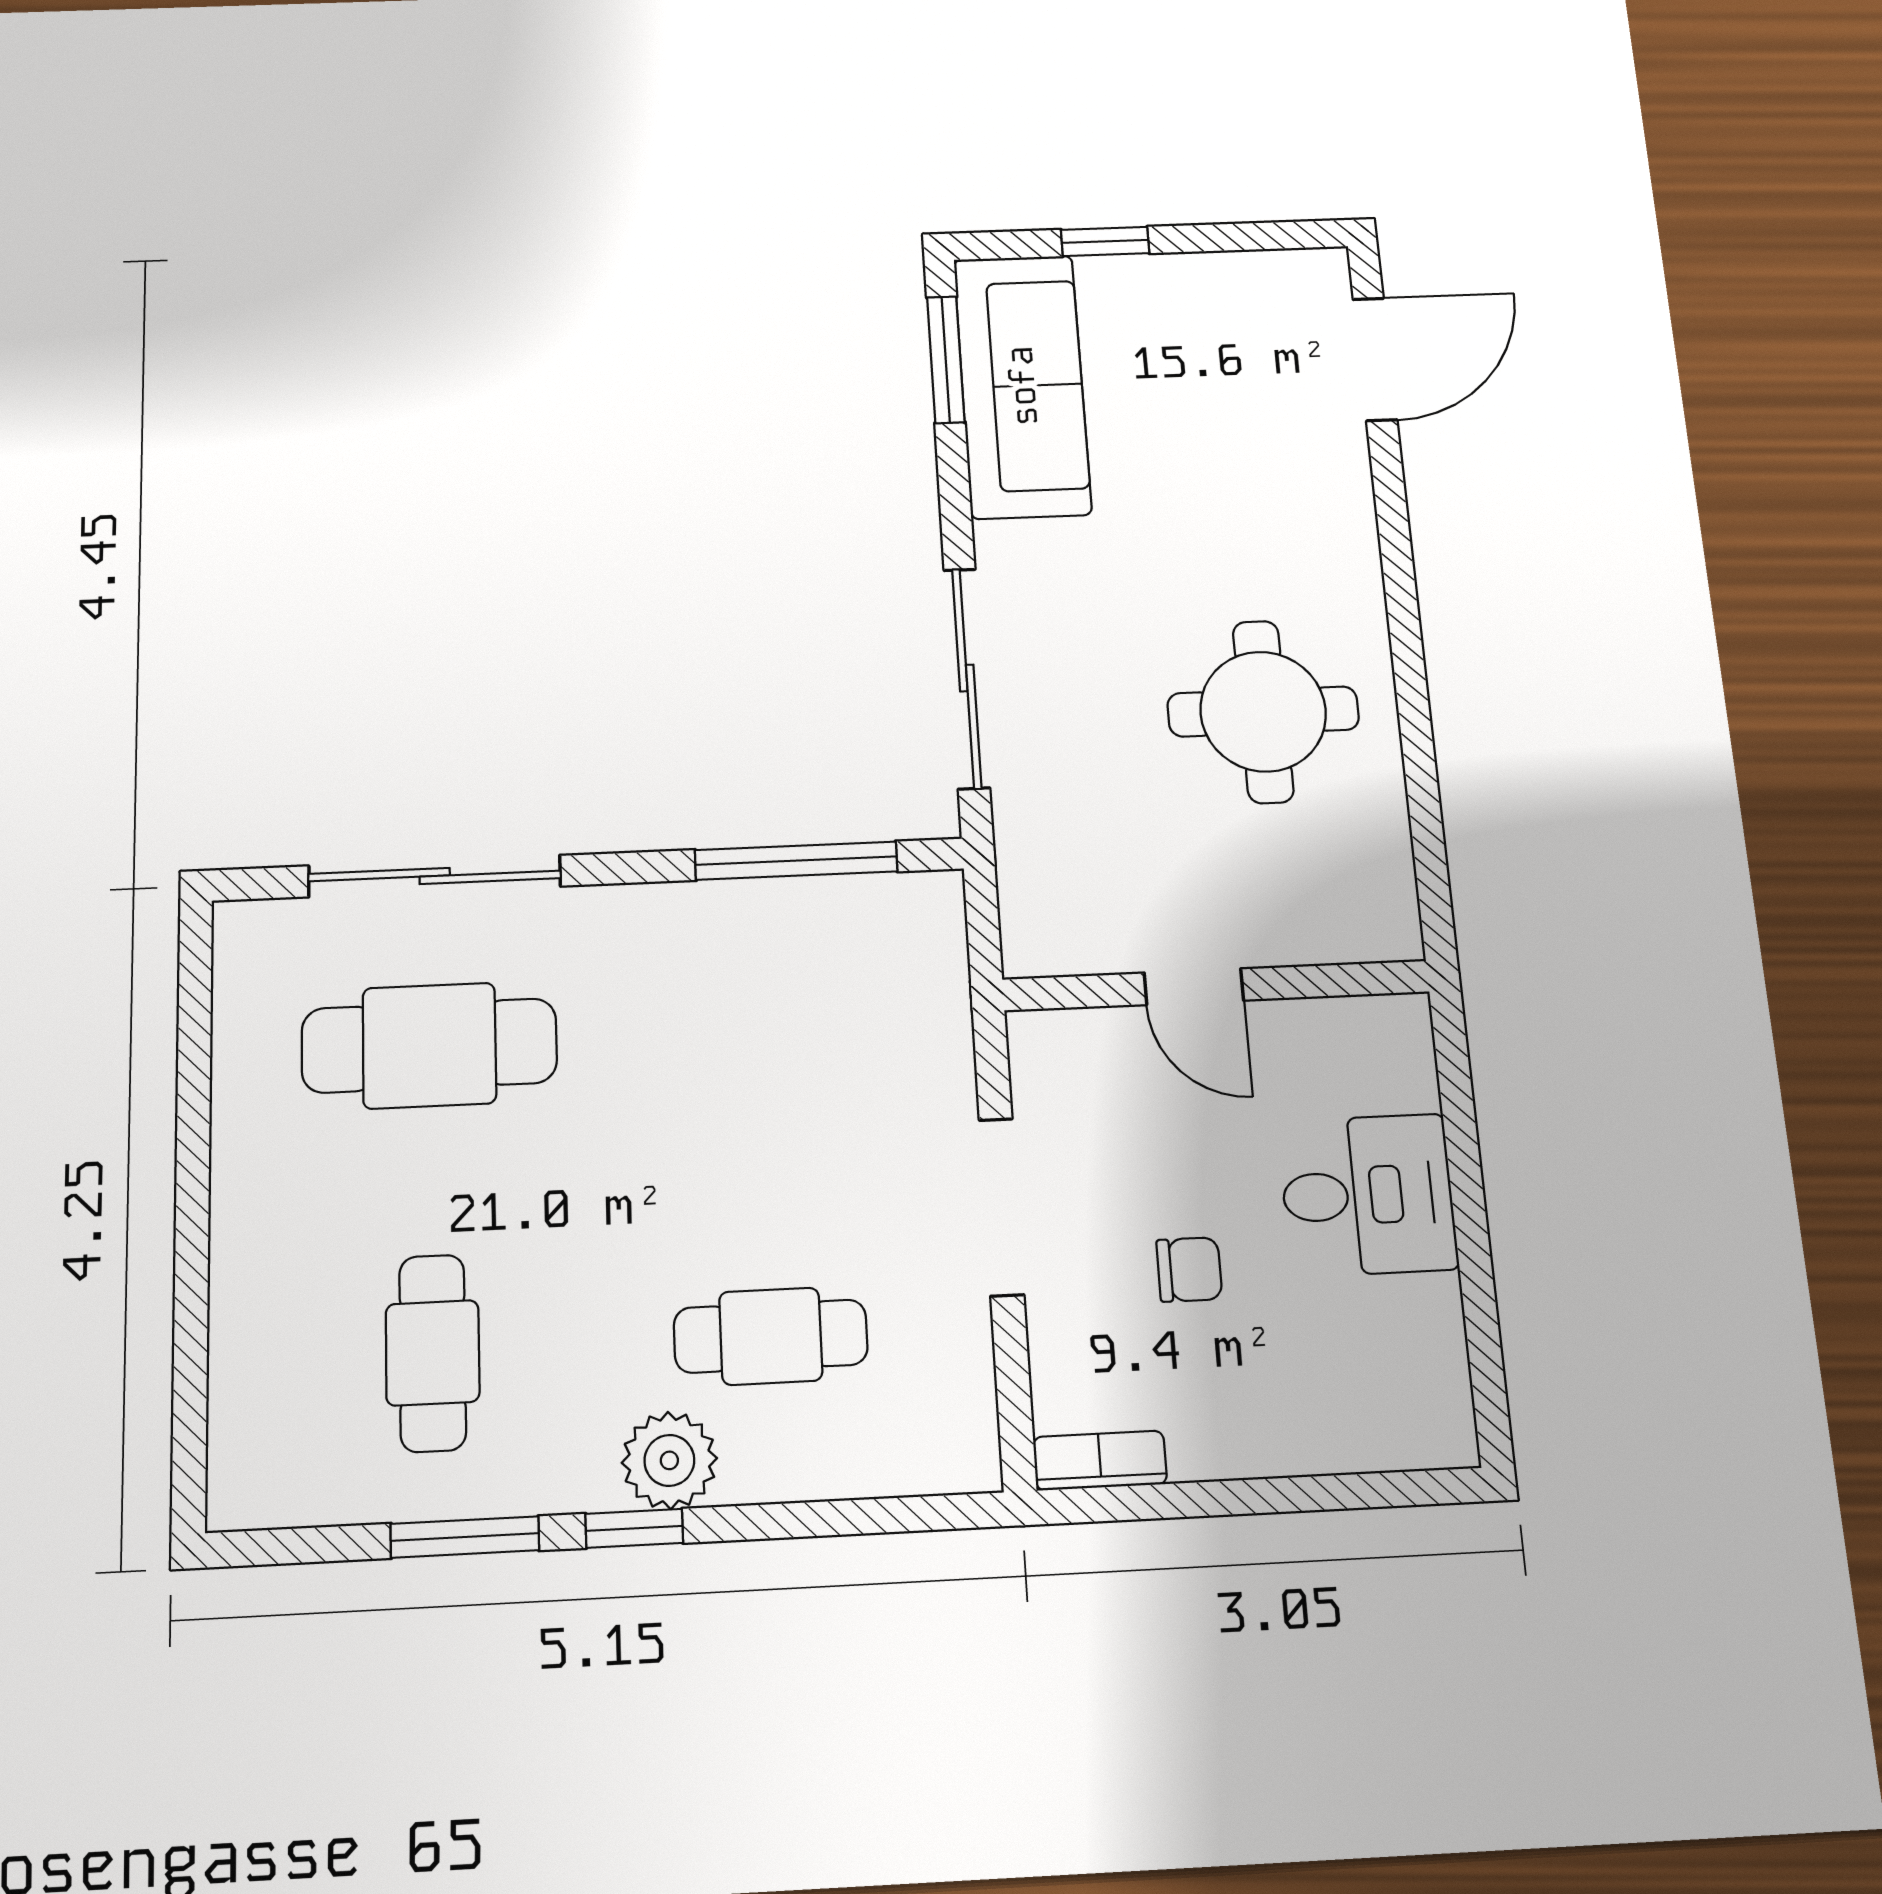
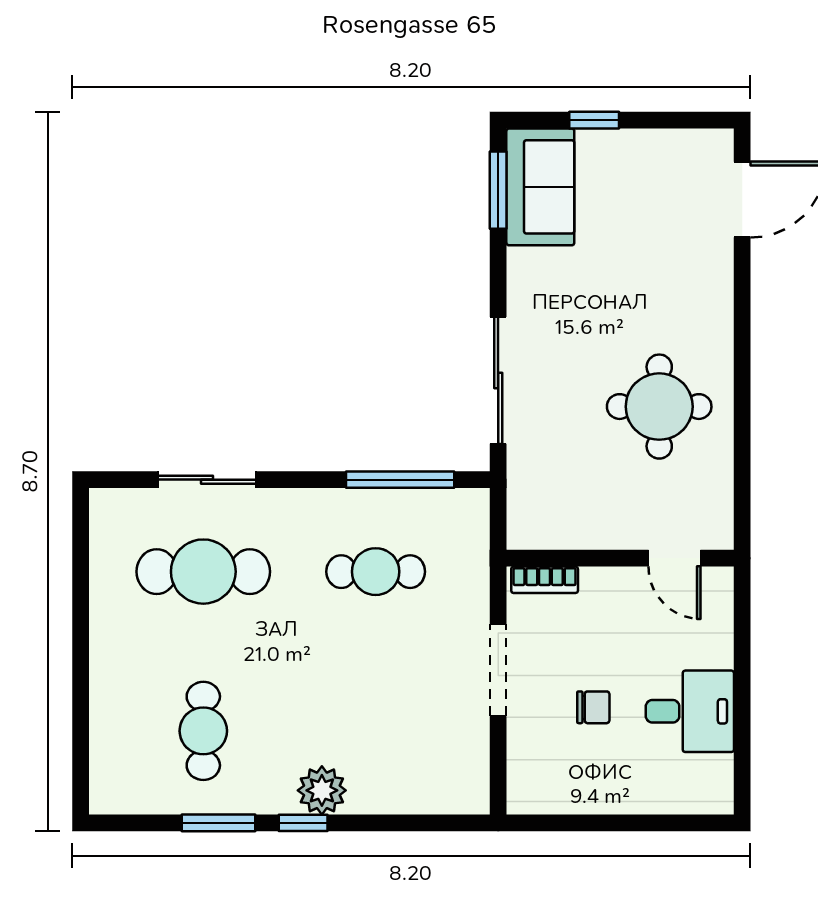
sofa: (1022, 386) -> (540, 187), width x0.73
sliding door: (435, 876) -> (207, 480), width x0.73
door: (1194, 987) -> (674, 558), moved
desk: (1368, 1195) -> (690, 711), moved
cafe table: (771, 1336) -> (376, 572), moved
bookcase: (1100, 1461) -> (545, 580), moved, turned 180

